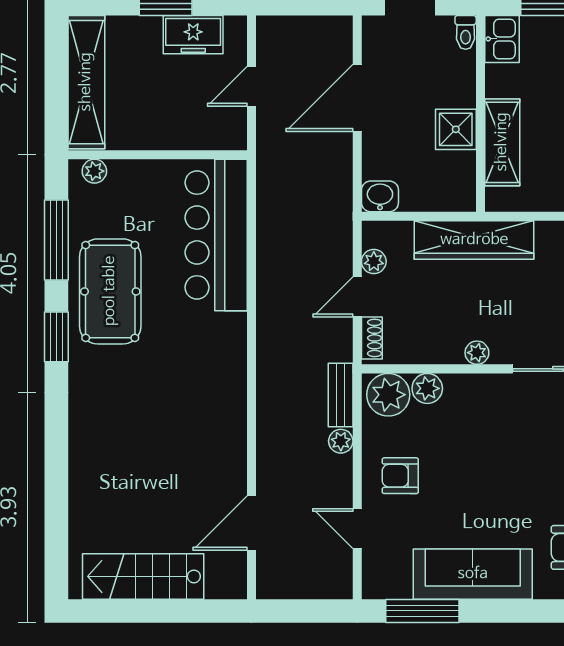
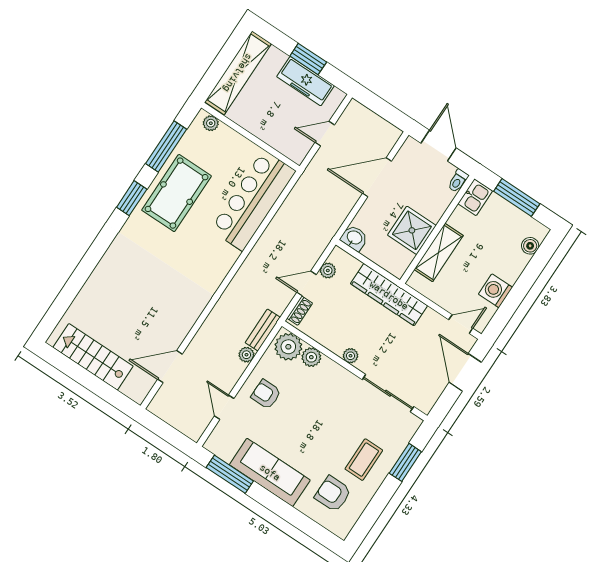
freezer: (193, 35) -> (306, 81), width x1.40
shower: (456, 129) -> (412, 230), width x1.36, depth x1.36

